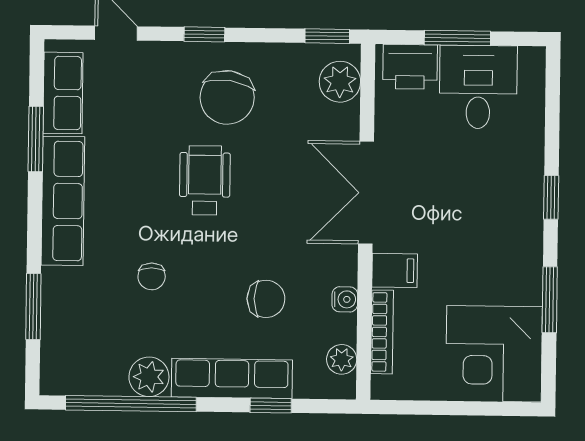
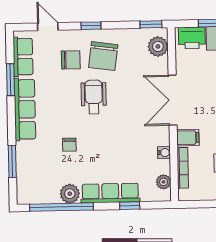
chair: (266, 299) -> (71, 60), moved

